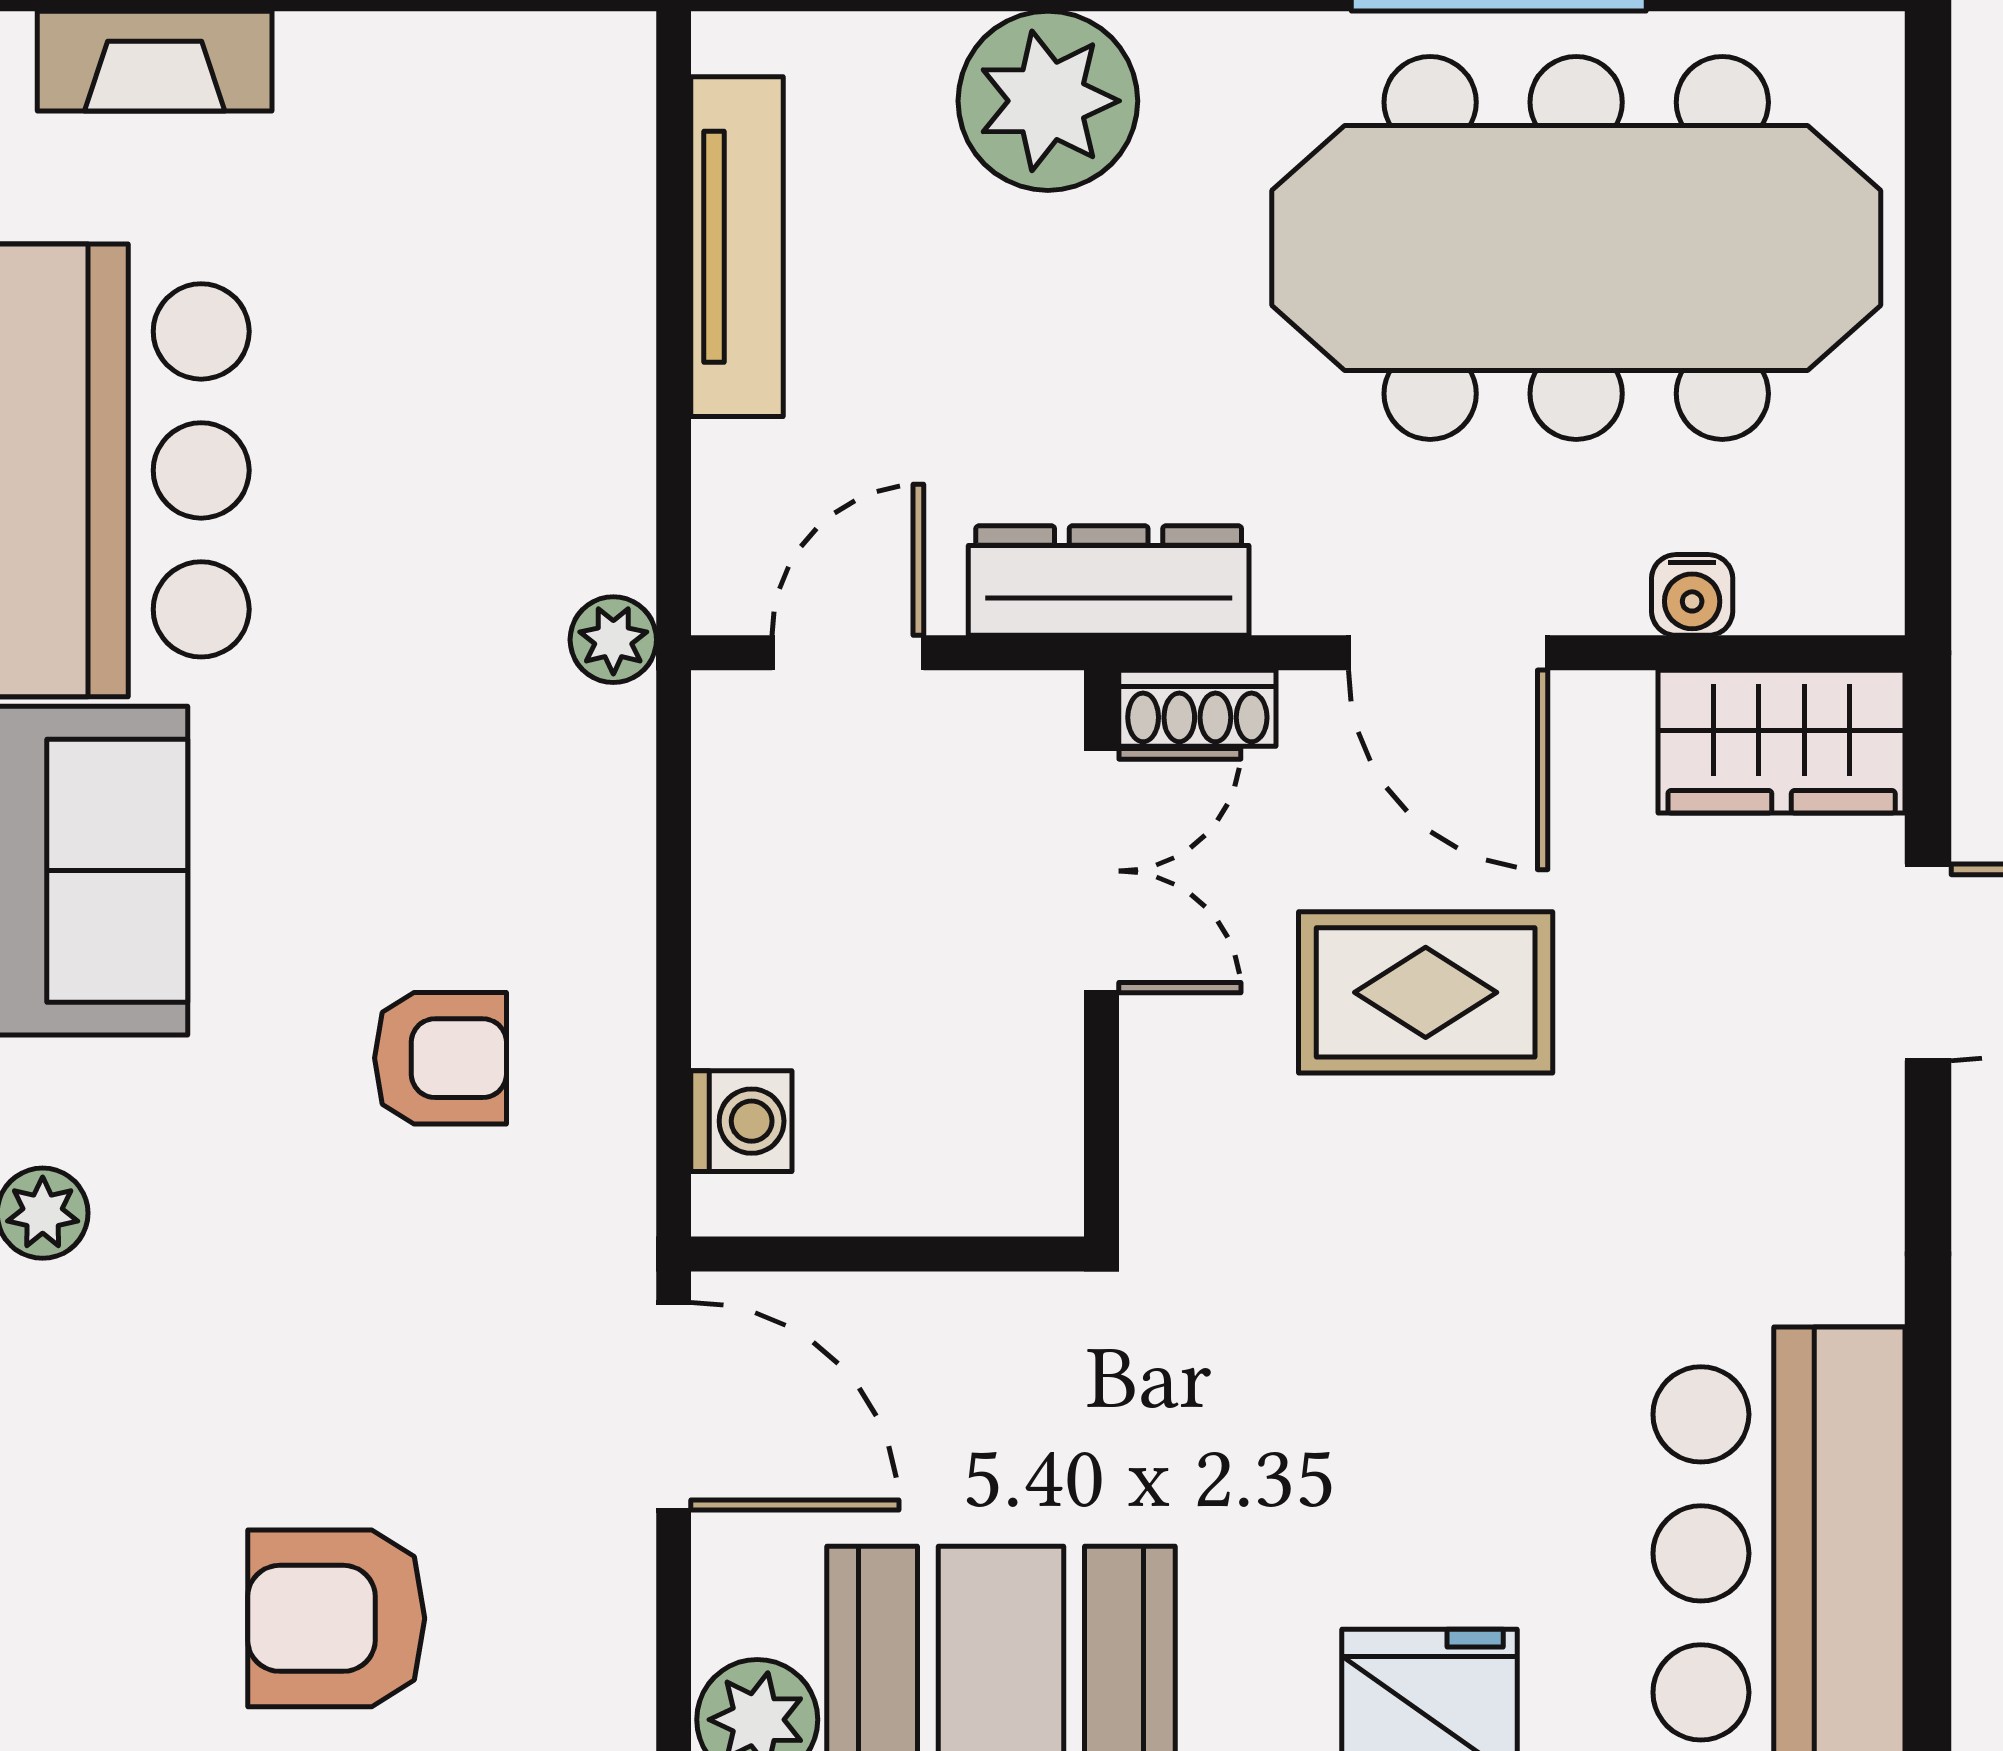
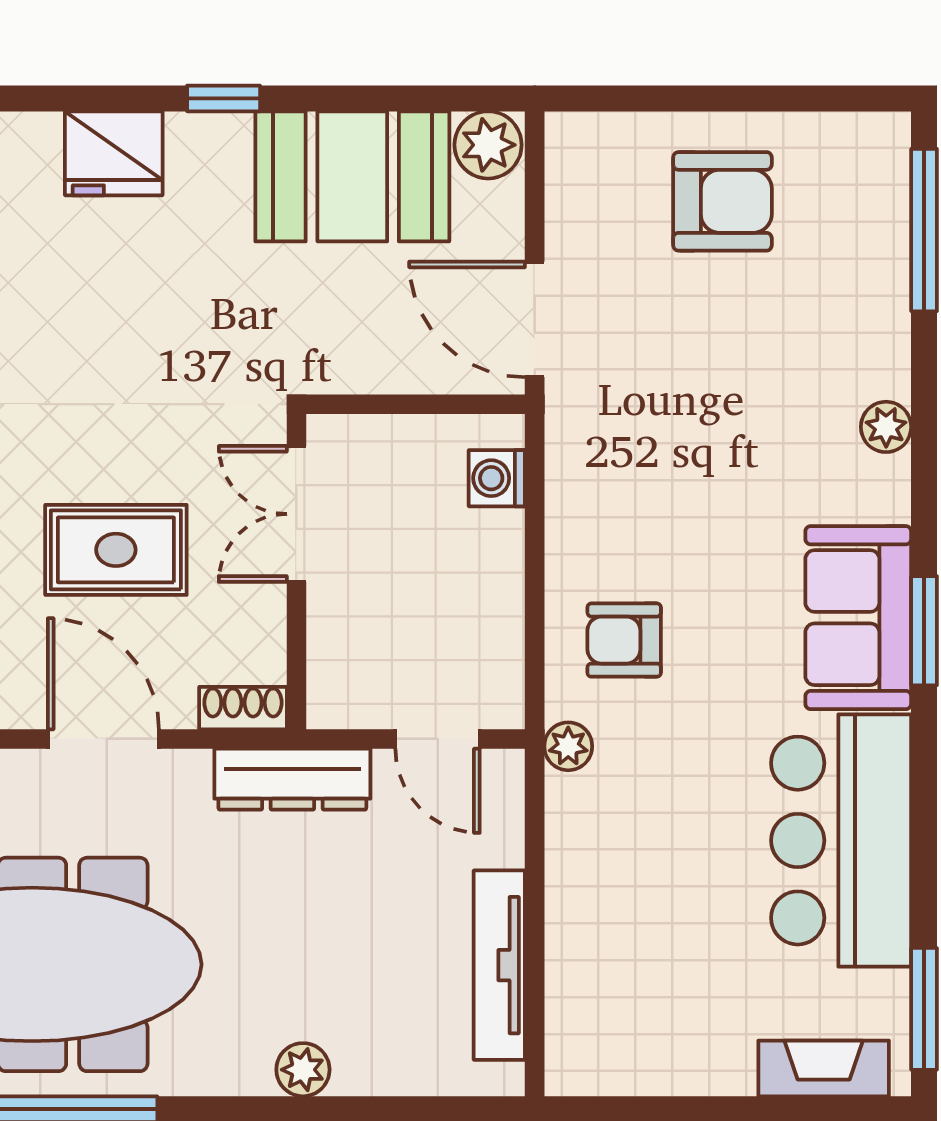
plant: (1048, 101) -> (303, 1070), width x0.53, depth x0.53
door: (848, 653) -> (438, 739), hinge flipped
double door: (1101, 871) -> (296, 514), moved
armchair: (440, 1058) -> (624, 640), moved

